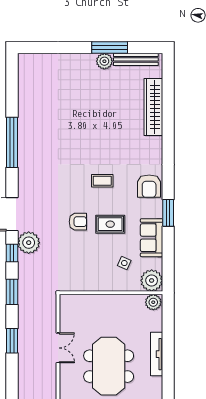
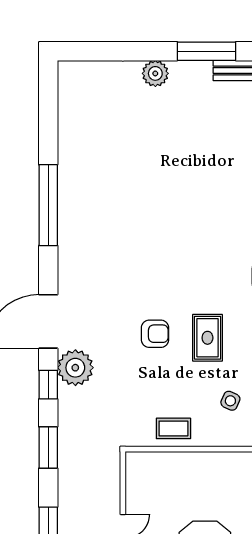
plant: (104, 61) -> (155, 73), moved
coffee table: (102, 181) -> (173, 428), moved
rug: (110, 224) -> (207, 338), turned 90

